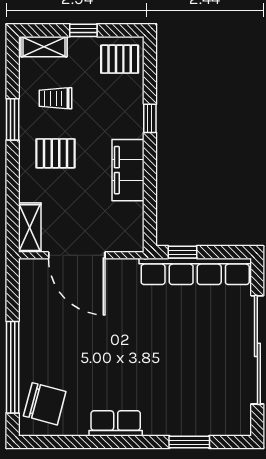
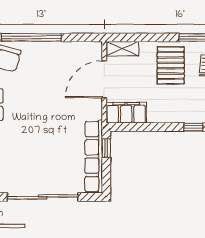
pallet: (55, 153) -> (171, 65), width x1.50, depth x1.42
filing cabinet: (128, 170) -> (126, 113), moved

